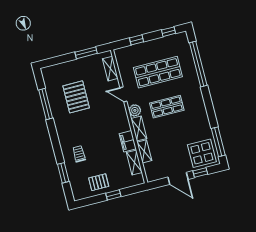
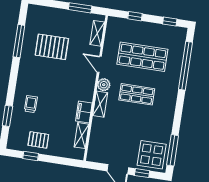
pallet: (76, 97) -> (52, 47), turned 90
shelving: (144, 151) -> (96, 129), removed
window: (113, 195) -> (31, 156), moved

